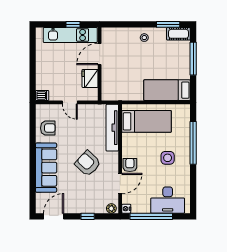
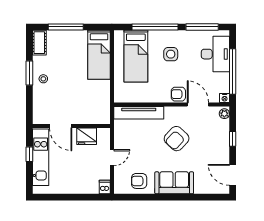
window: (168, 24) -> (29, 73), moved
bed: (146, 121) -> (136, 56), moved, turned 180
armchair: (48, 128) -> (139, 181), turned -90
sofa: (46, 168) -> (174, 183), width x0.73
window: (193, 187) -> (202, 27), added

